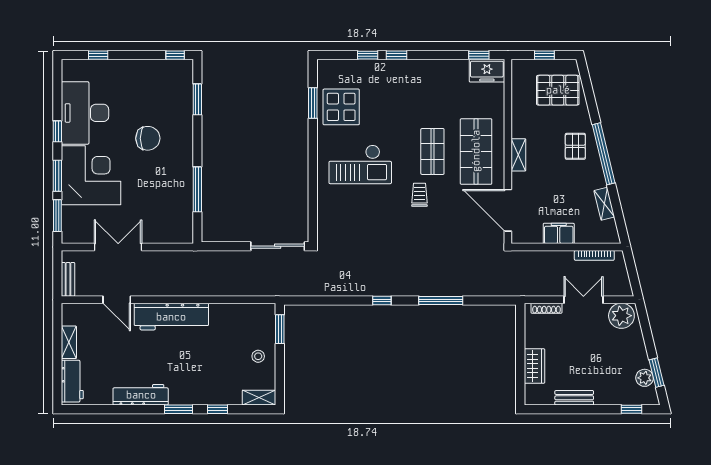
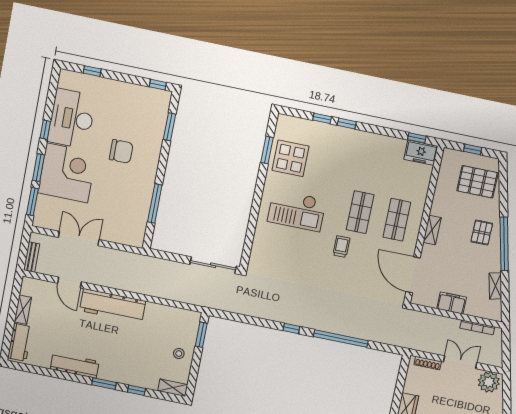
shop shelf: (476, 151) -> (397, 220), width x0.70, depth x0.74
window: (441, 301) -> (341, 339), width x1.46

